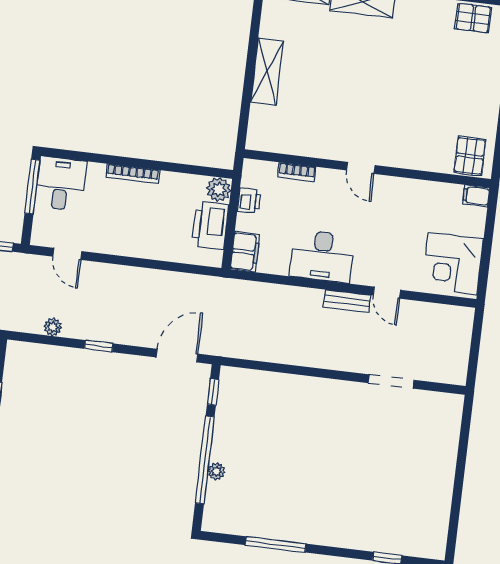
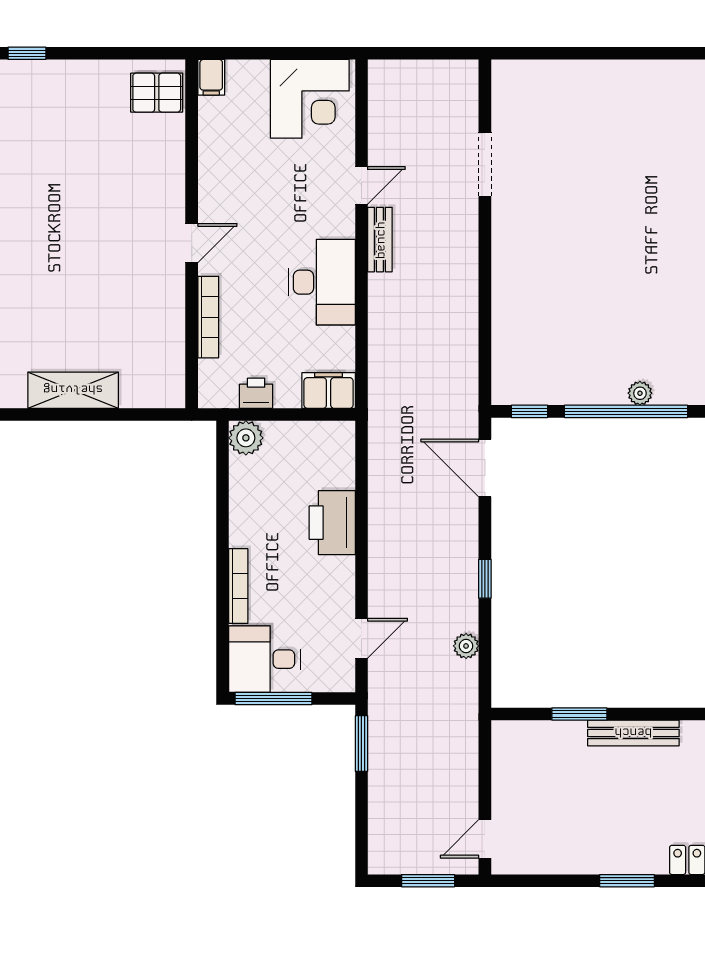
bookcase: (297, 172) -> (208, 317), width x1.56
bookcase: (133, 174) -> (238, 586), moved
printer: (210, 225) -> (332, 523), moved, turned 90

